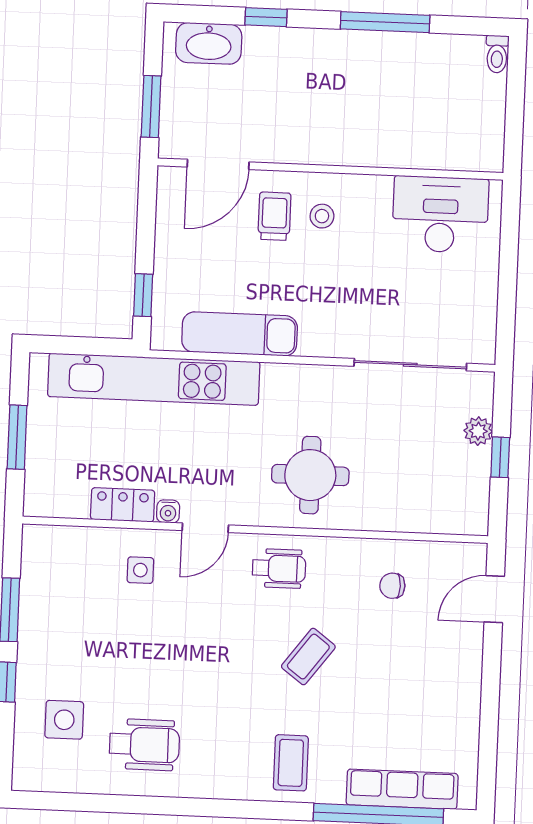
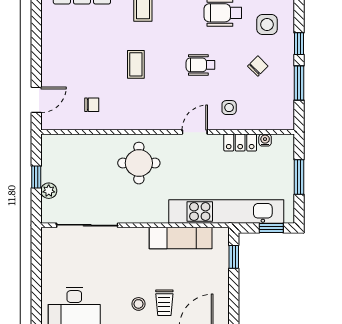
window: (72, 345) -> (271, 228), added
water cooler: (168, 511) -> (265, 140), moved
wheelchair: (279, 568) -> (201, 65), moved
chair: (84, 644) -> (258, 66), added
coffee table: (308, 657) -> (136, 64), turned -37

